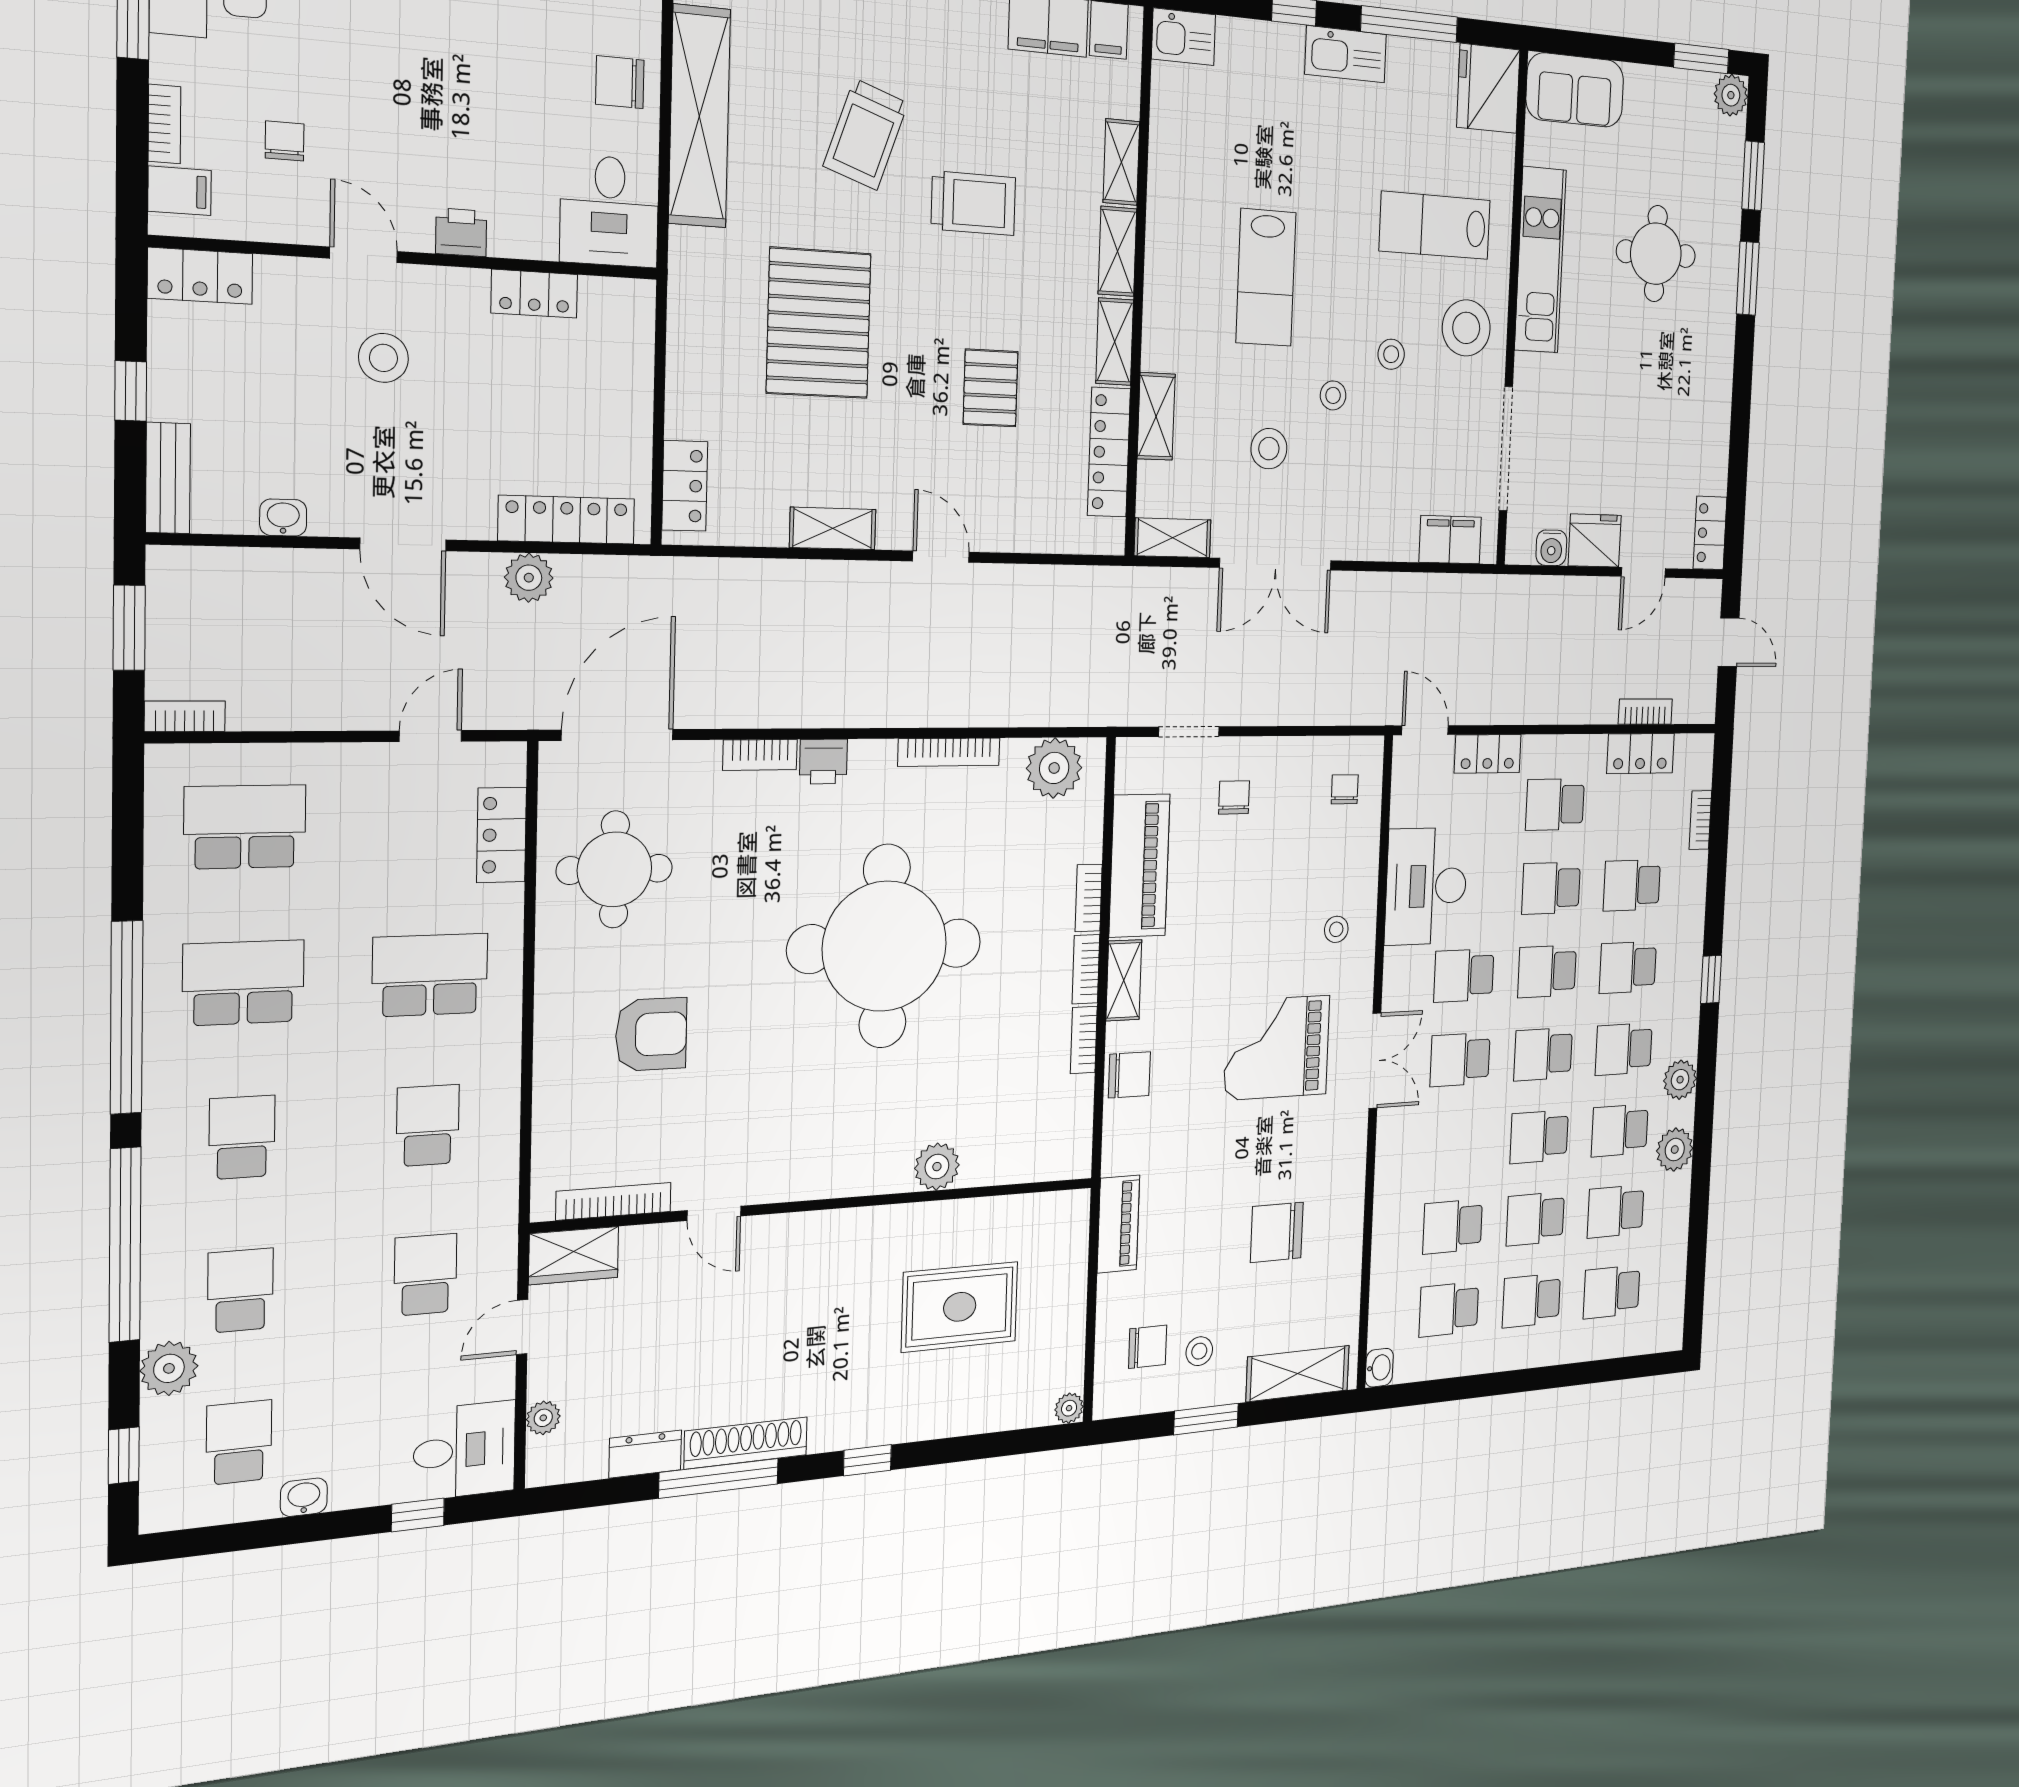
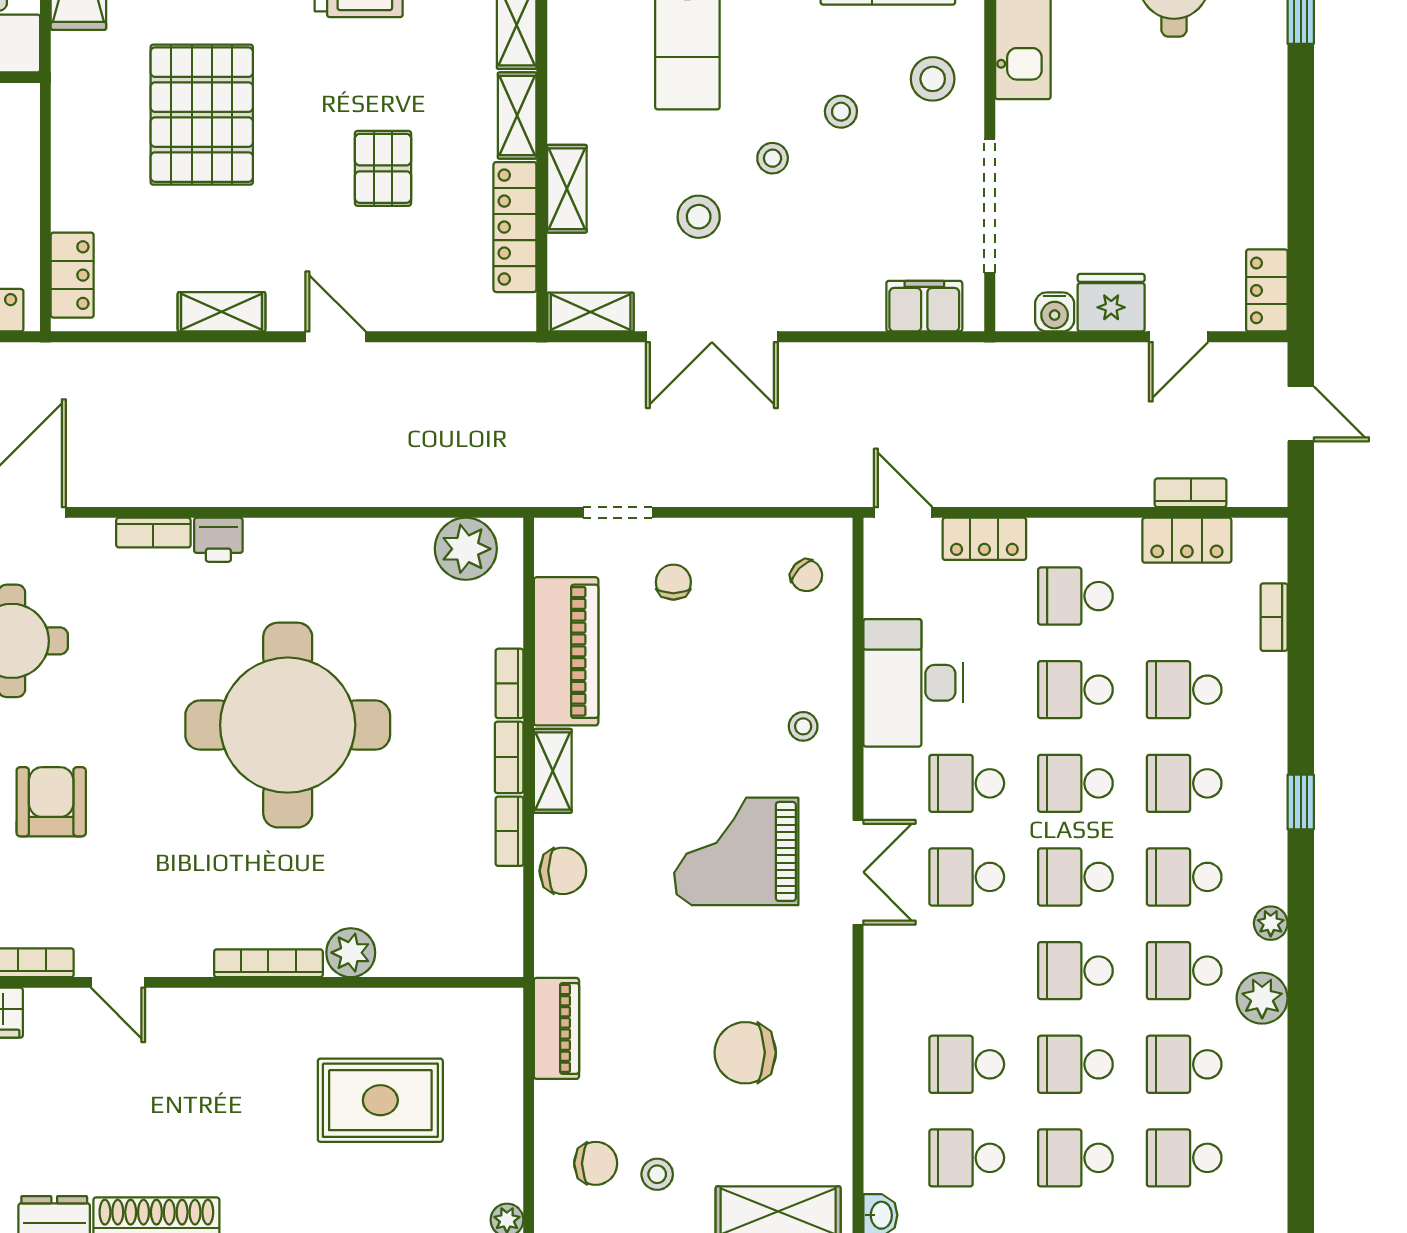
stool: (1466, 328) -> (933, 79), width x0.73, depth x0.73
bookcase: (949, 752) -> (268, 963), moved, turned 180
chair: (1345, 789) -> (806, 575), turned 134
armchair: (651, 1034) -> (51, 802), turned -90
plant: (1680, 1080) -> (1271, 923), width x0.73, depth x0.73

